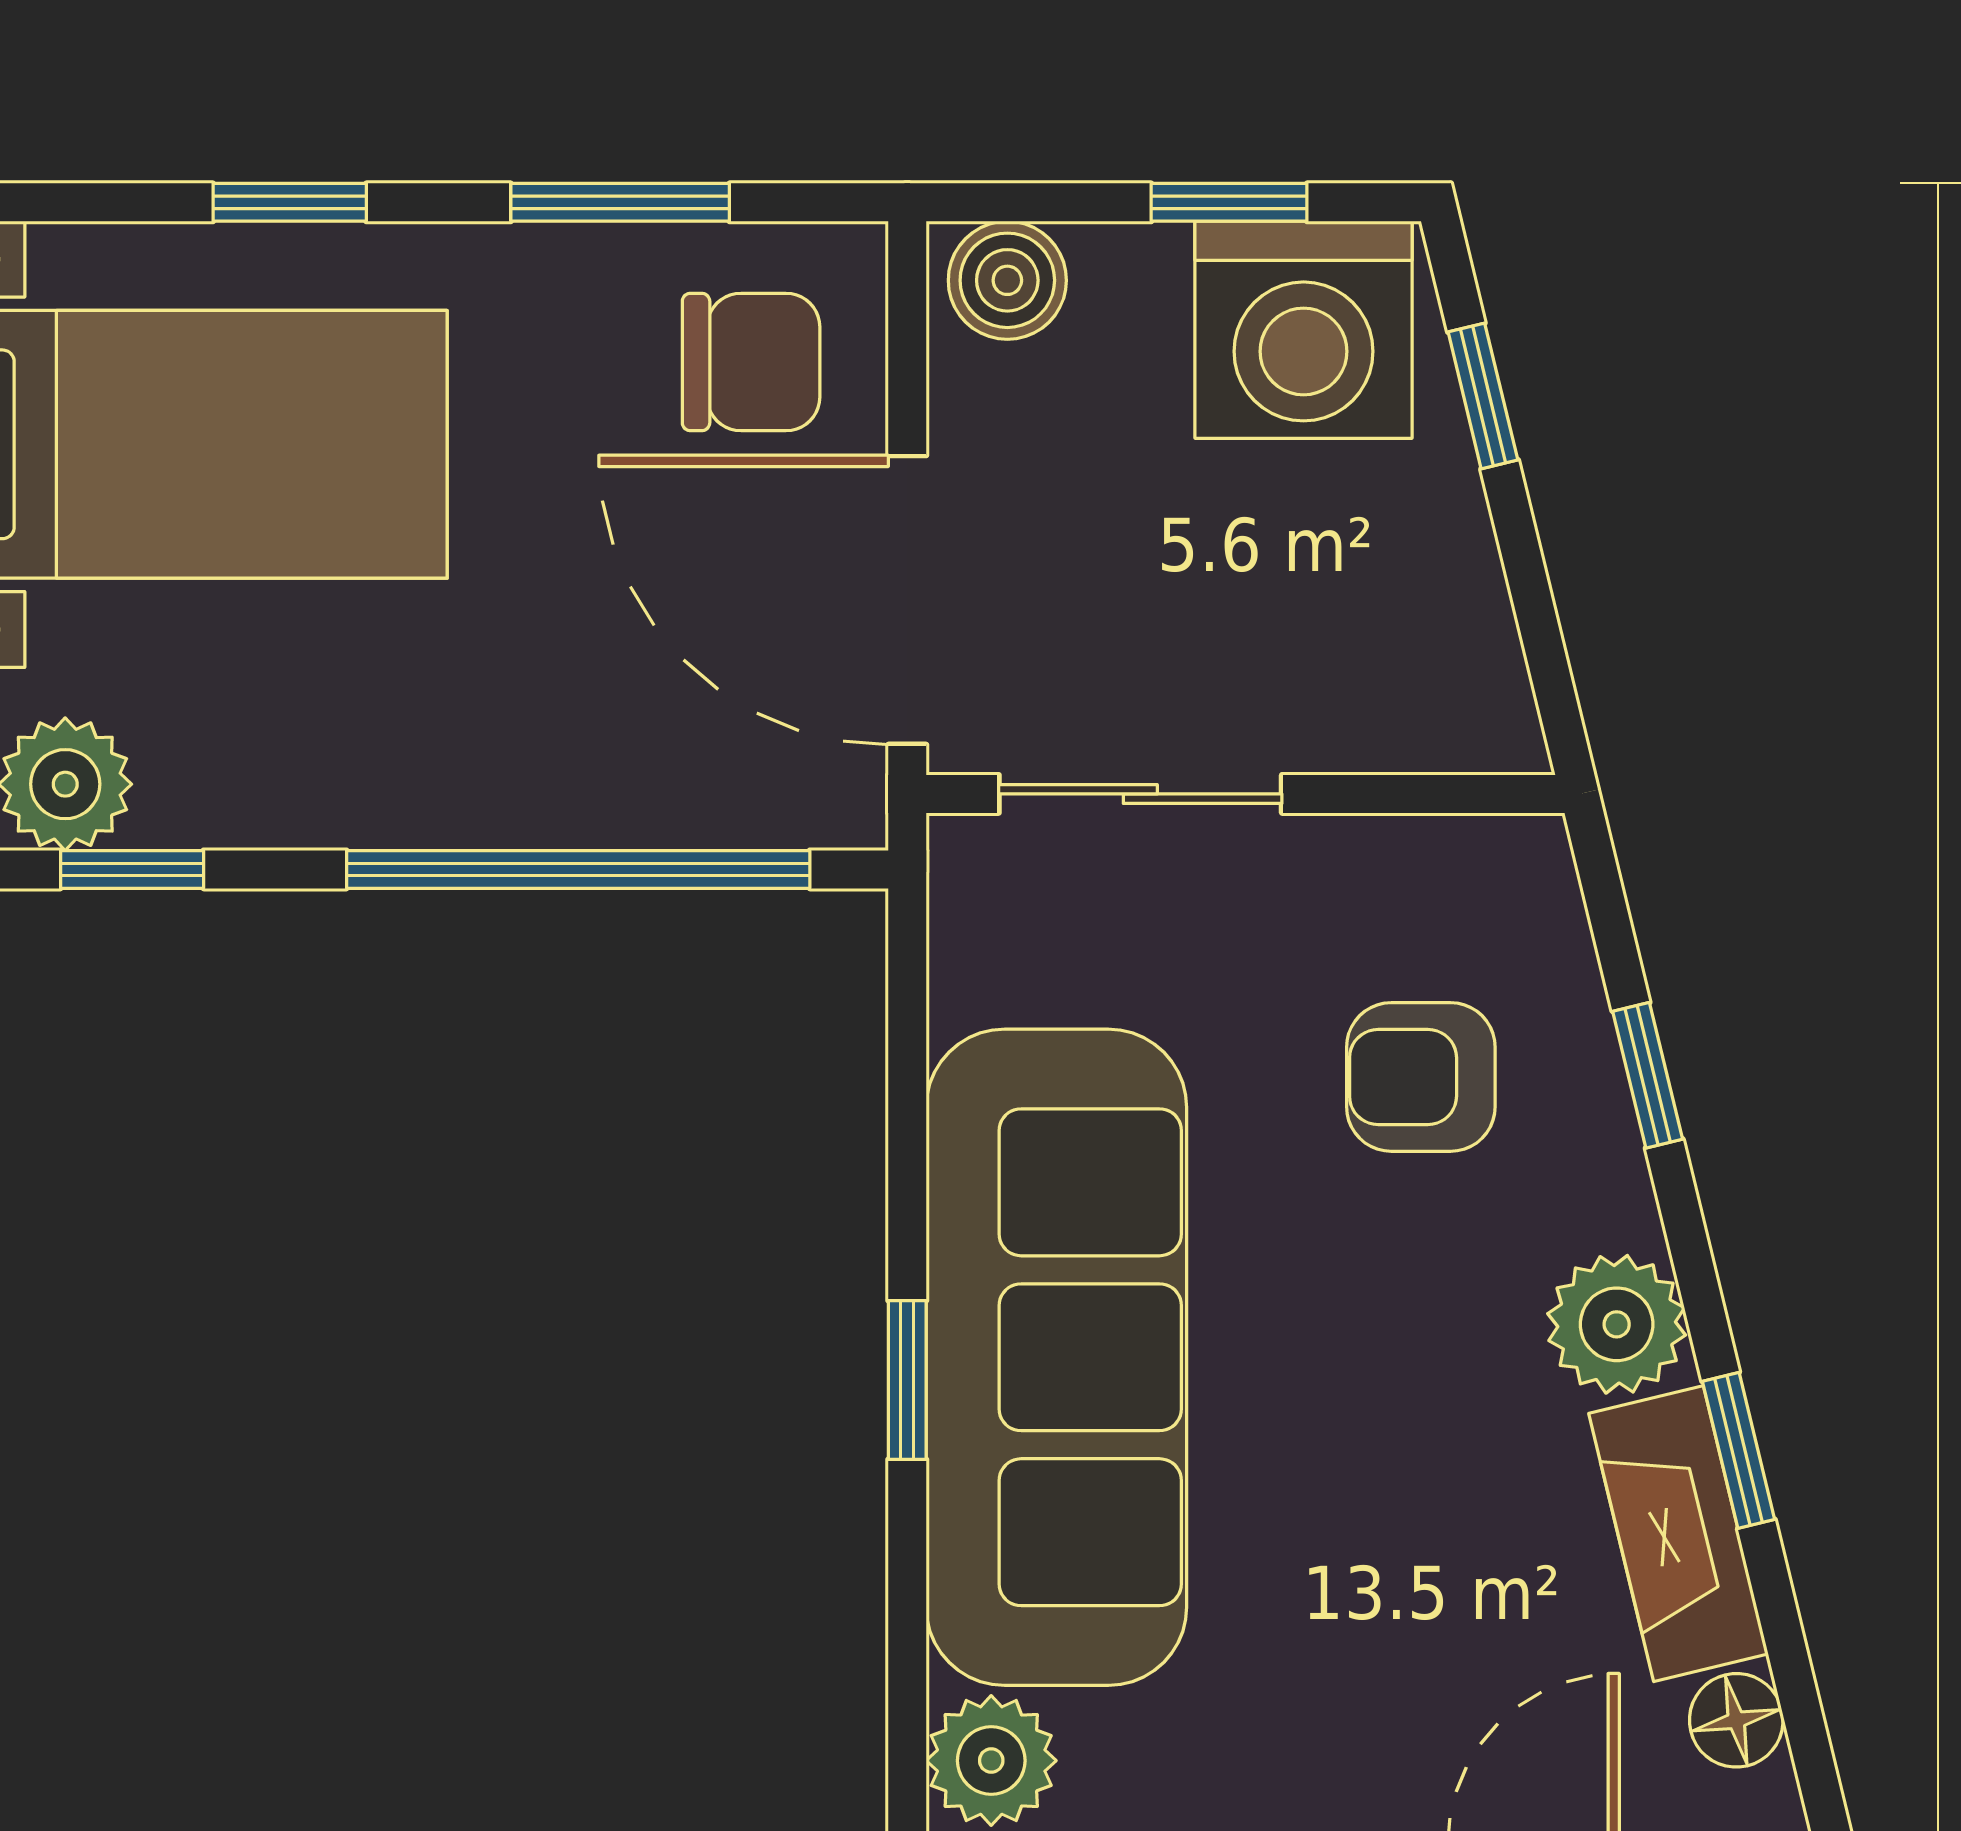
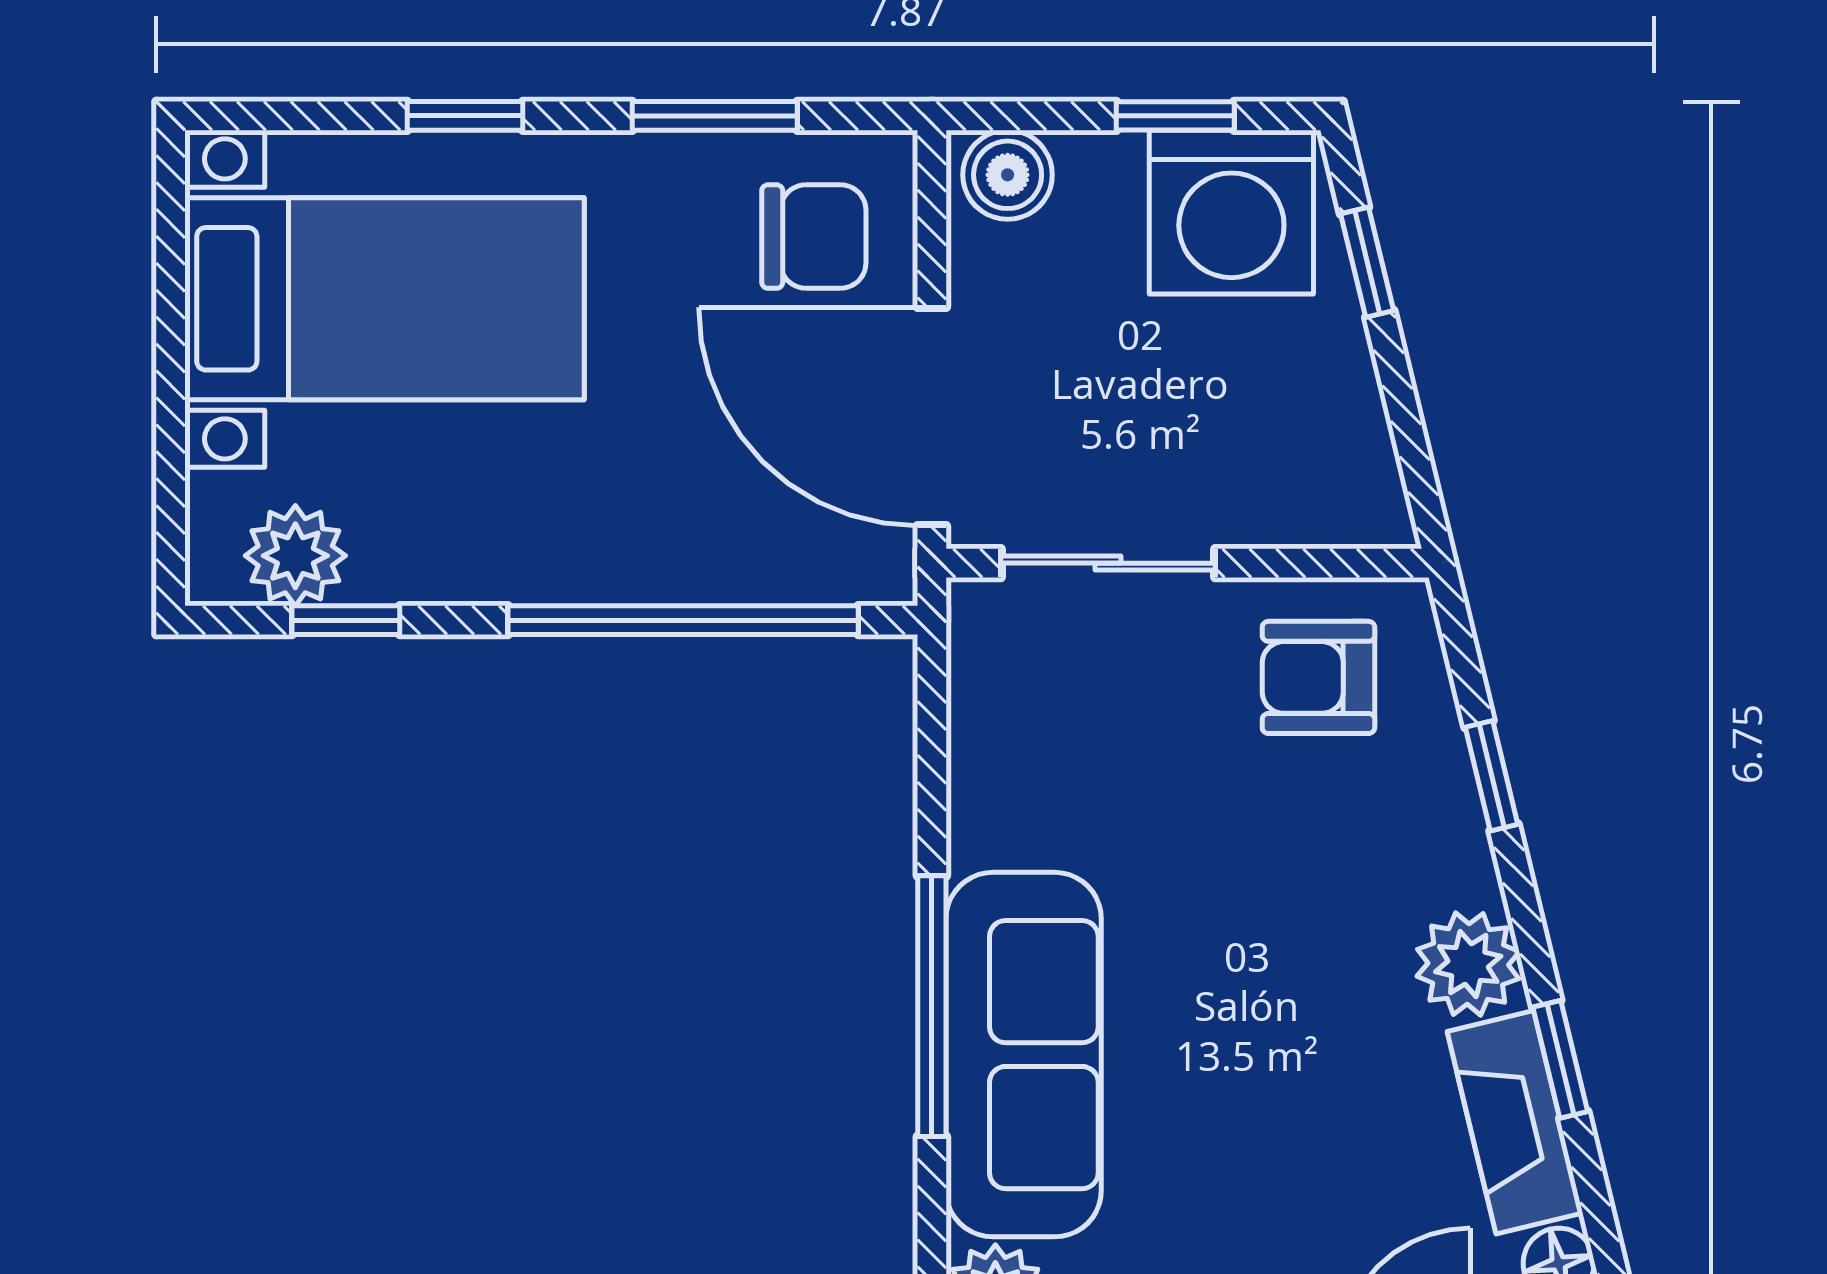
armchair: (1421, 1077) -> (1318, 677), moved
sofa: (1056, 1357) -> (1024, 1055), width x0.74, depth x0.79
window: (907, 1380) -> (932, 1006), width x2.17

